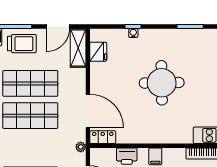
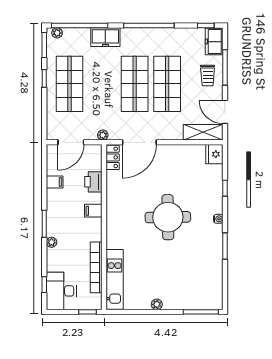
water cooler: (133, 33) -> (218, 219), moved
trolley: (22, 44) -> (208, 75), width x0.73, depth x0.72
fridge: (98, 52) -> (214, 154), moved, turned 90

